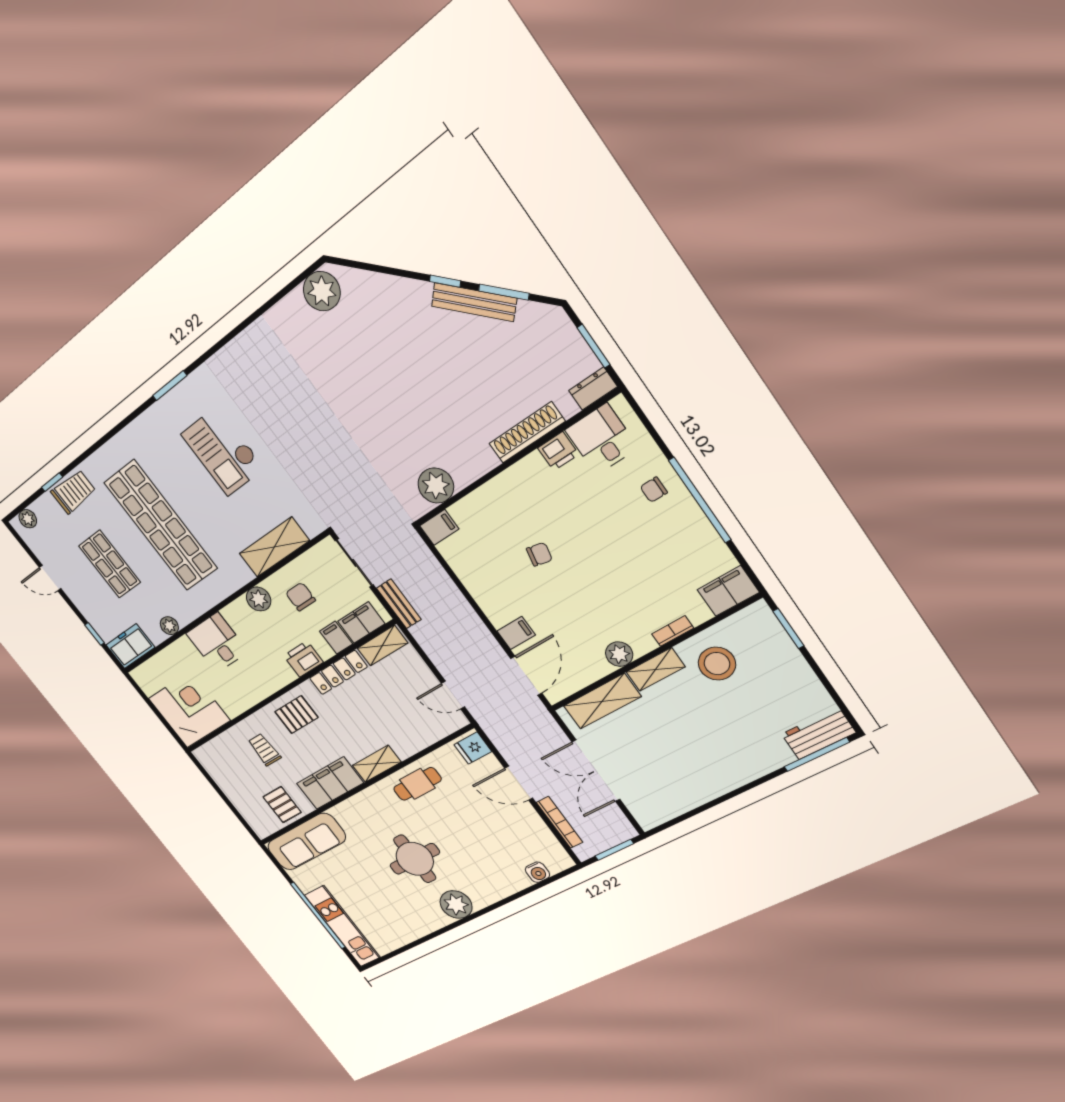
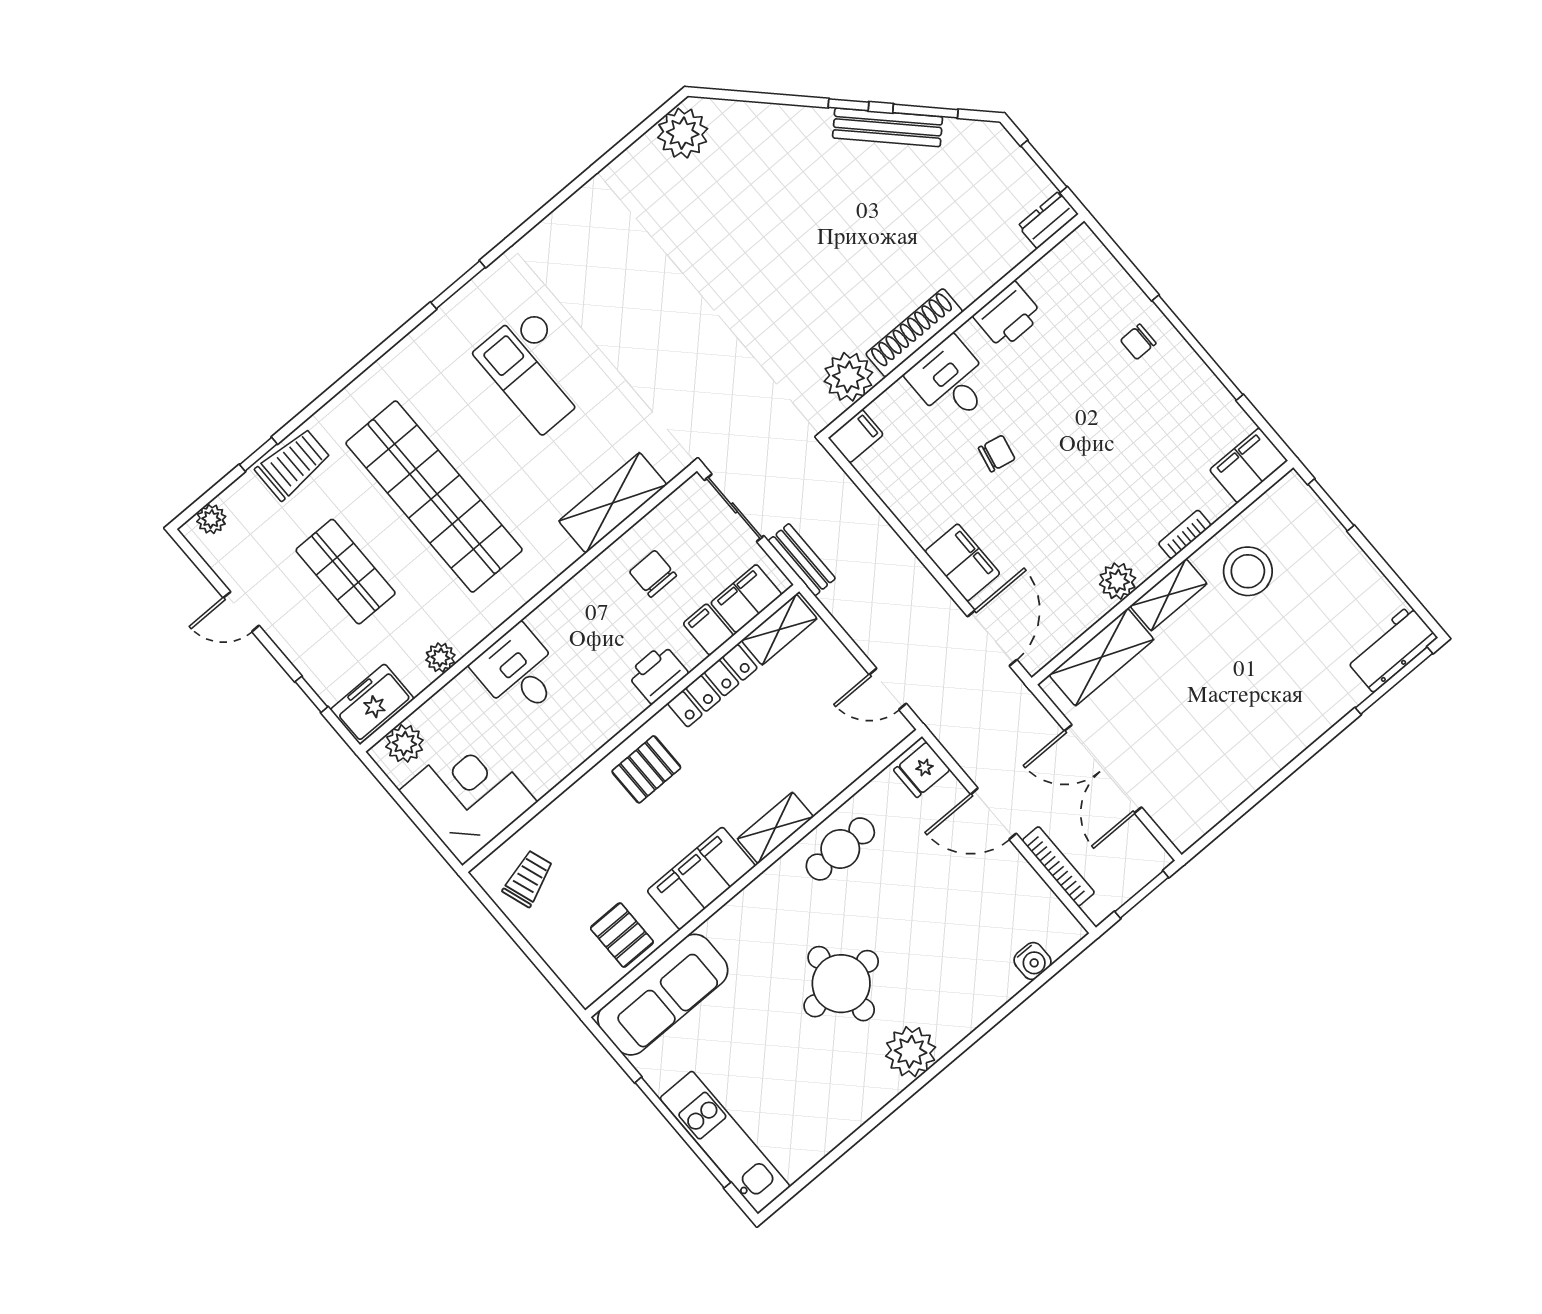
shoe rack: (527, 432) -> (914, 333), moved
desk: (602, 439) -> (951, 381), moved
printer: (558, 451) -> (1008, 315), width x1.36, depth x1.24
plant: (259, 599) -> (404, 743), moved
filing cabinet: (516, 633) -> (962, 562), width x2.00
trolley: (264, 750) -> (528, 879), moved, turned 71

